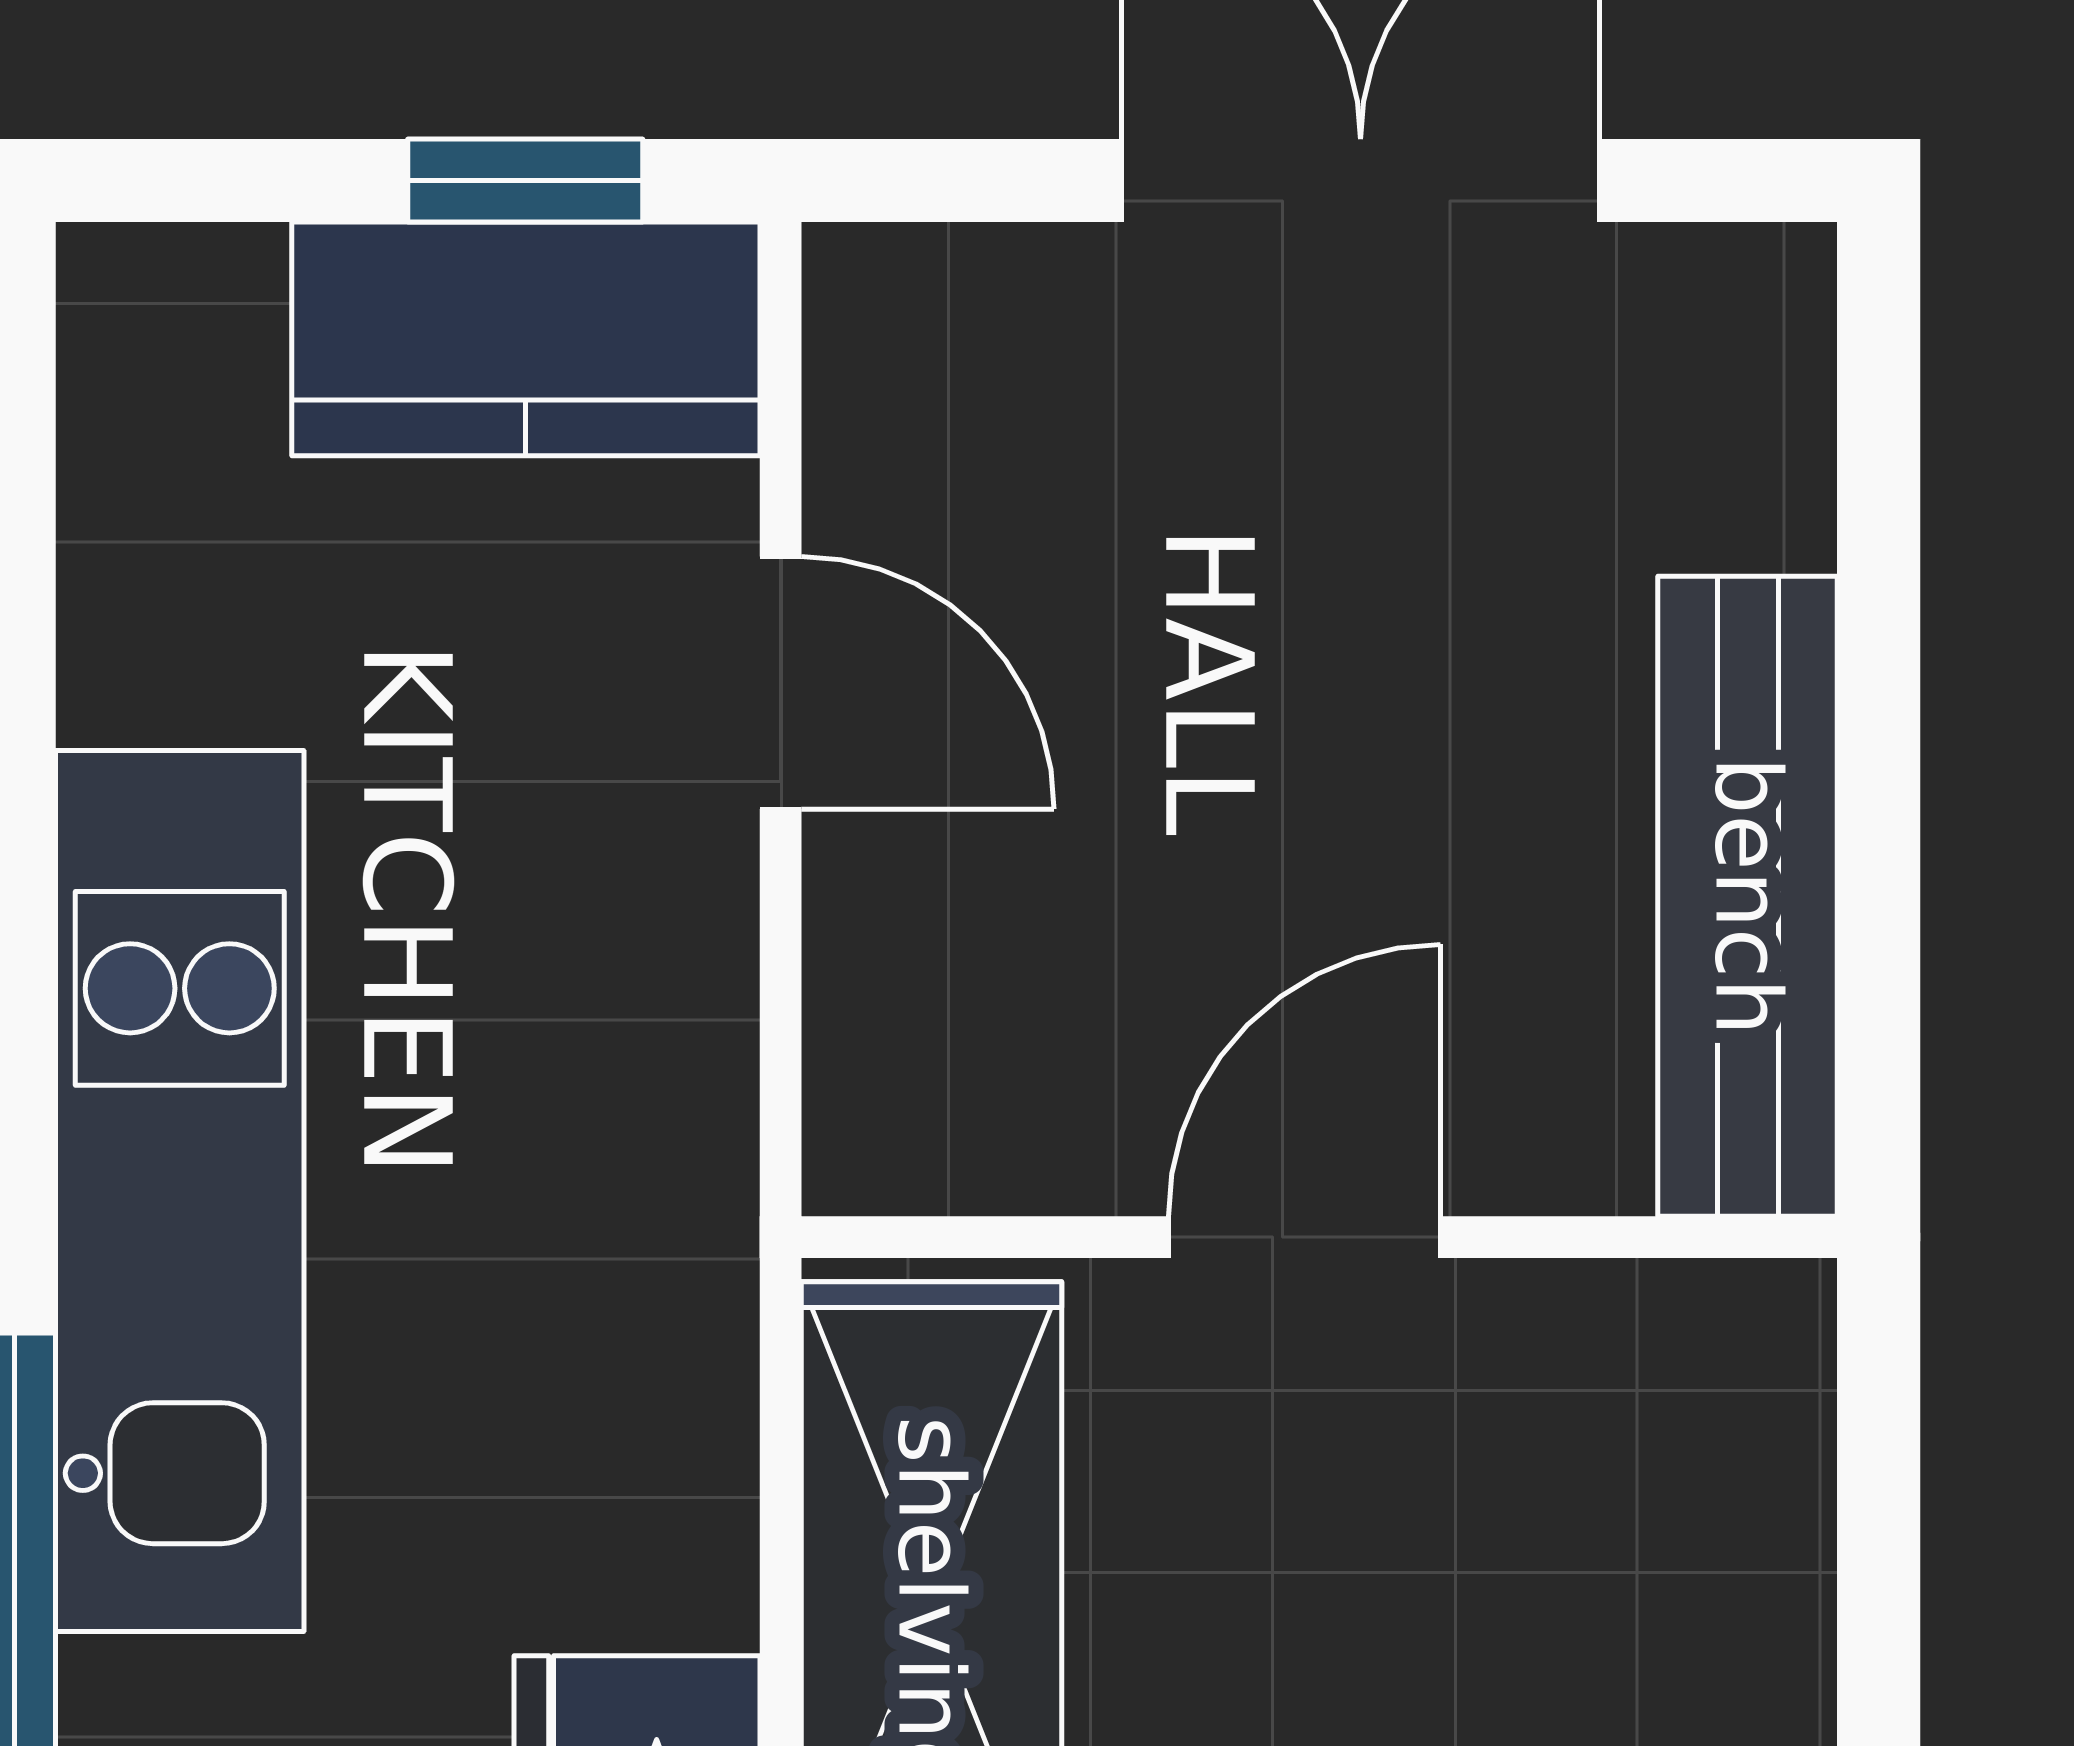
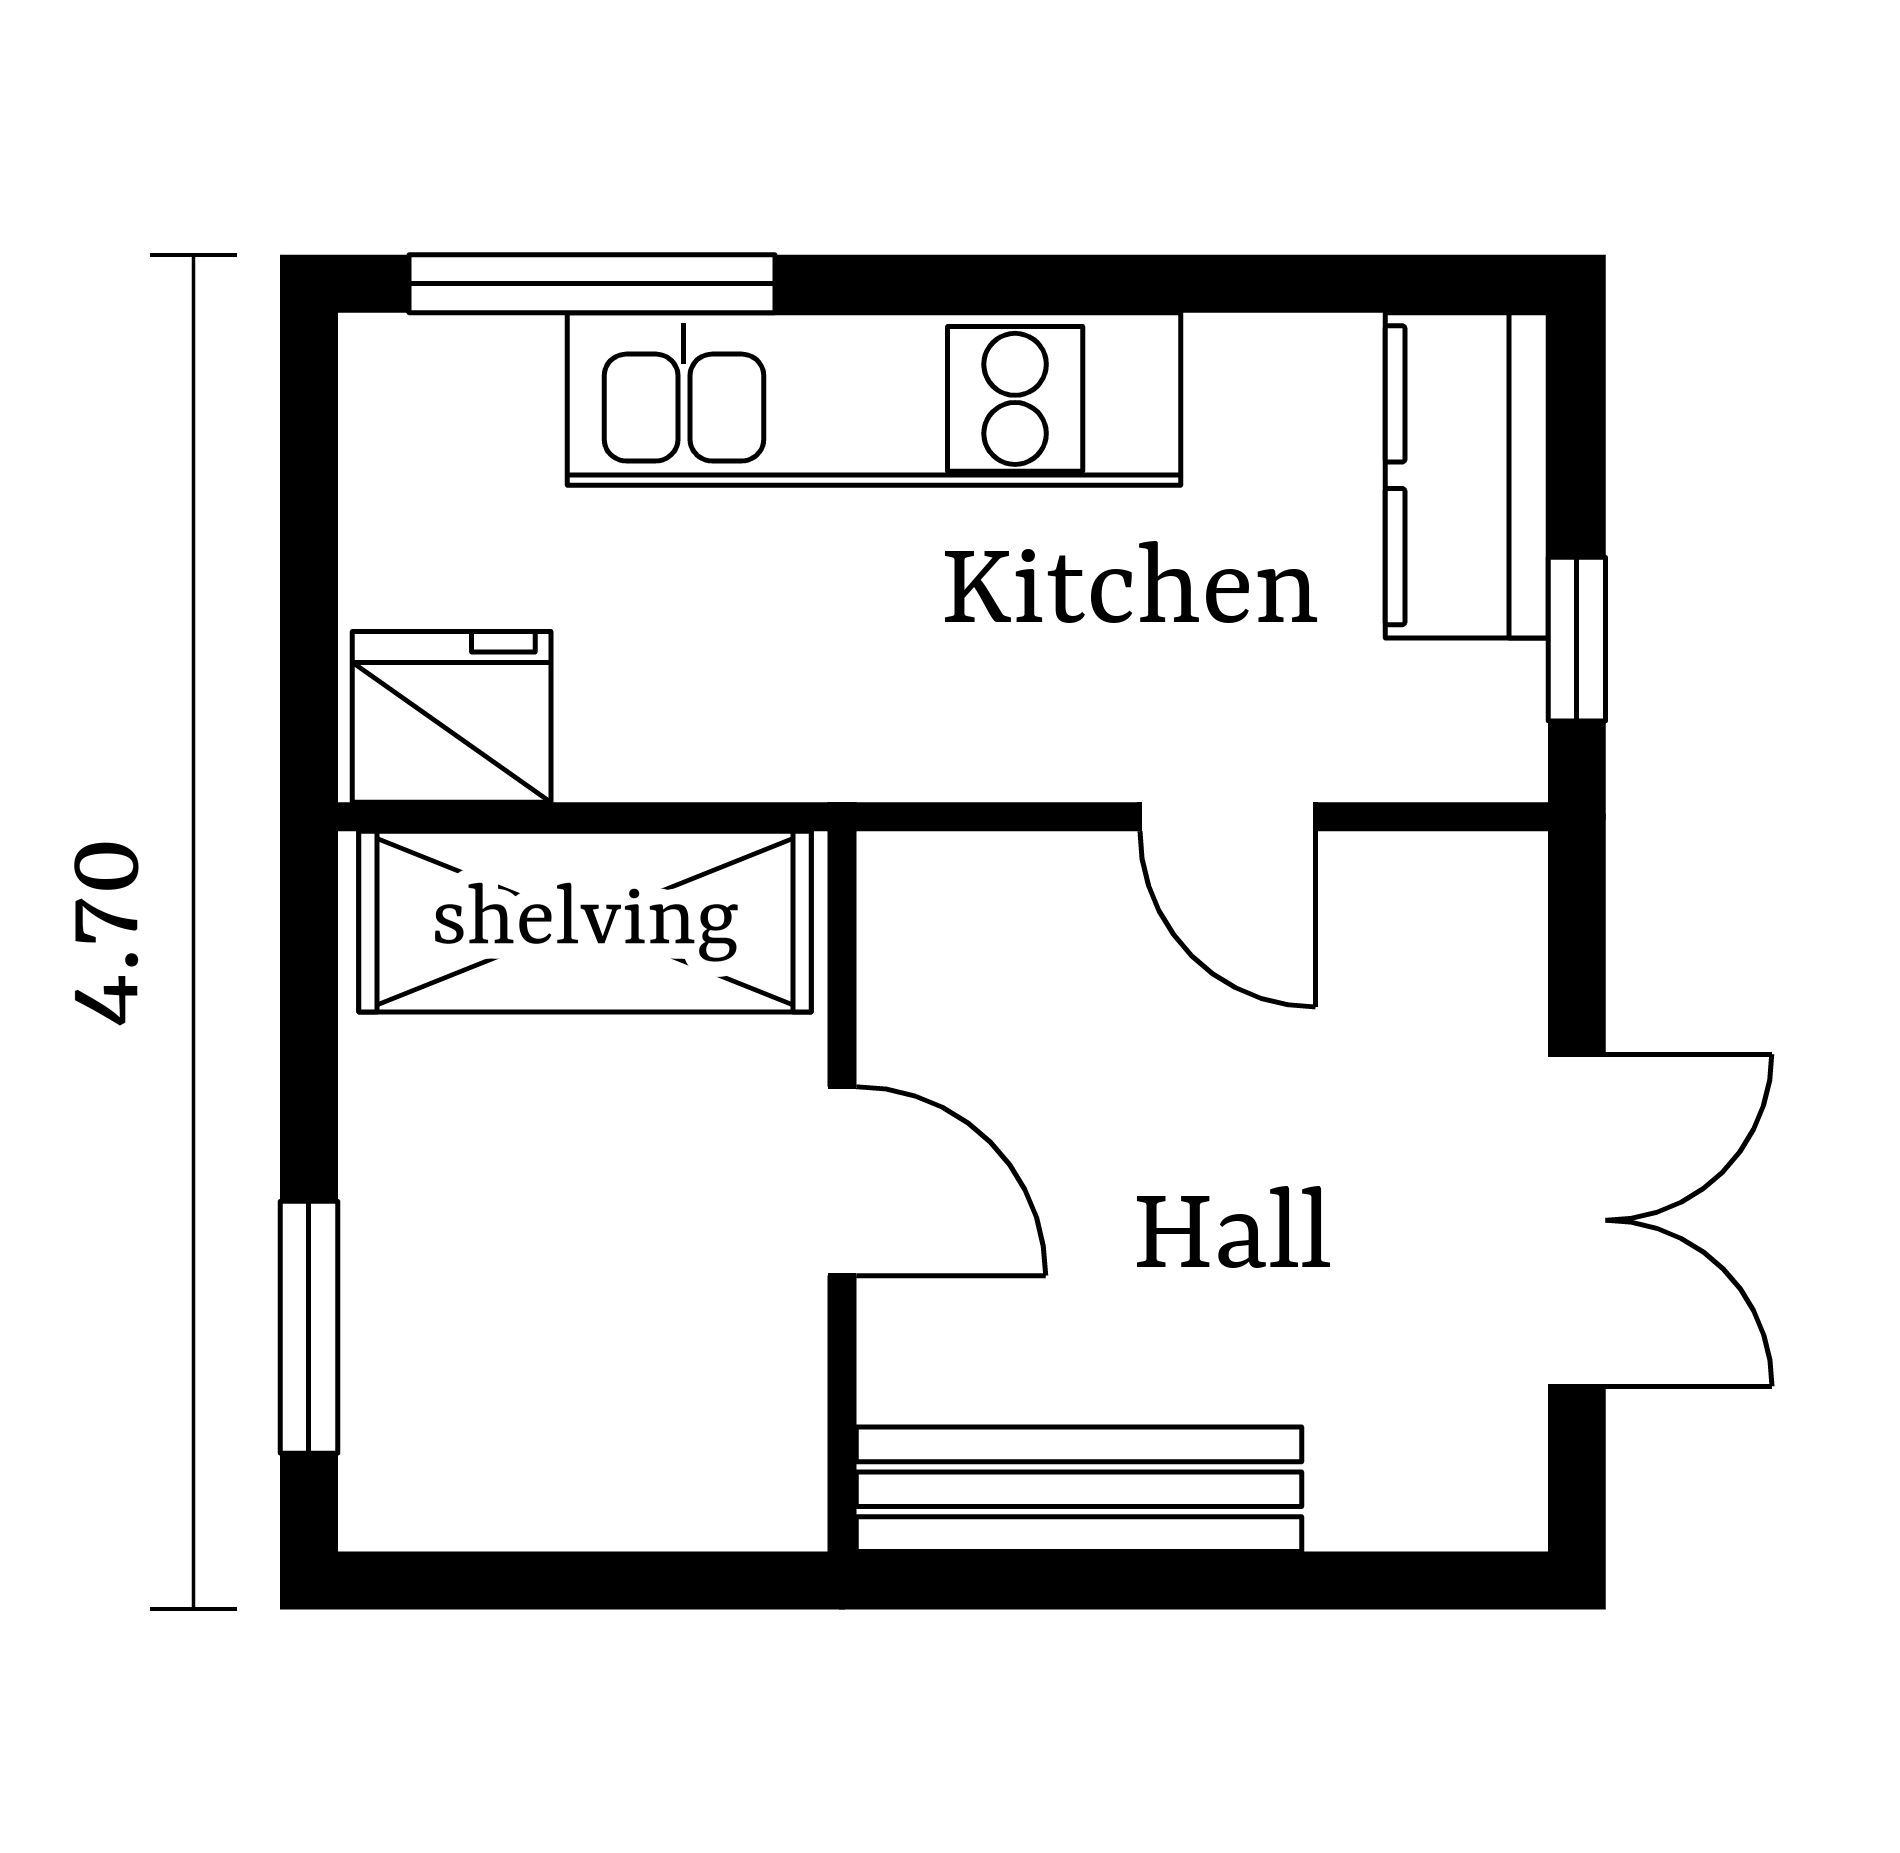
kitchen counter: (526, 339) -> (1467, 475), moved
door: (781, 683) -> (1228, 817), hinge flipped

